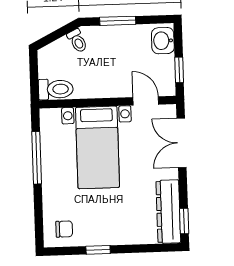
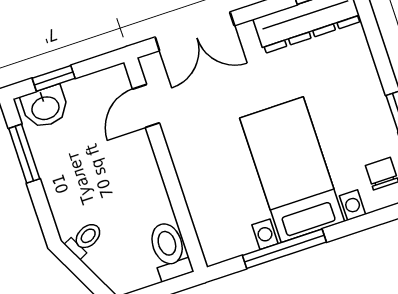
window: (118, 21) -> (24, 154), moved
window: (179, 70) -> (54, 78), moved
bed with nightstands: (97, 147) -> (292, 170), moved, turned -90

